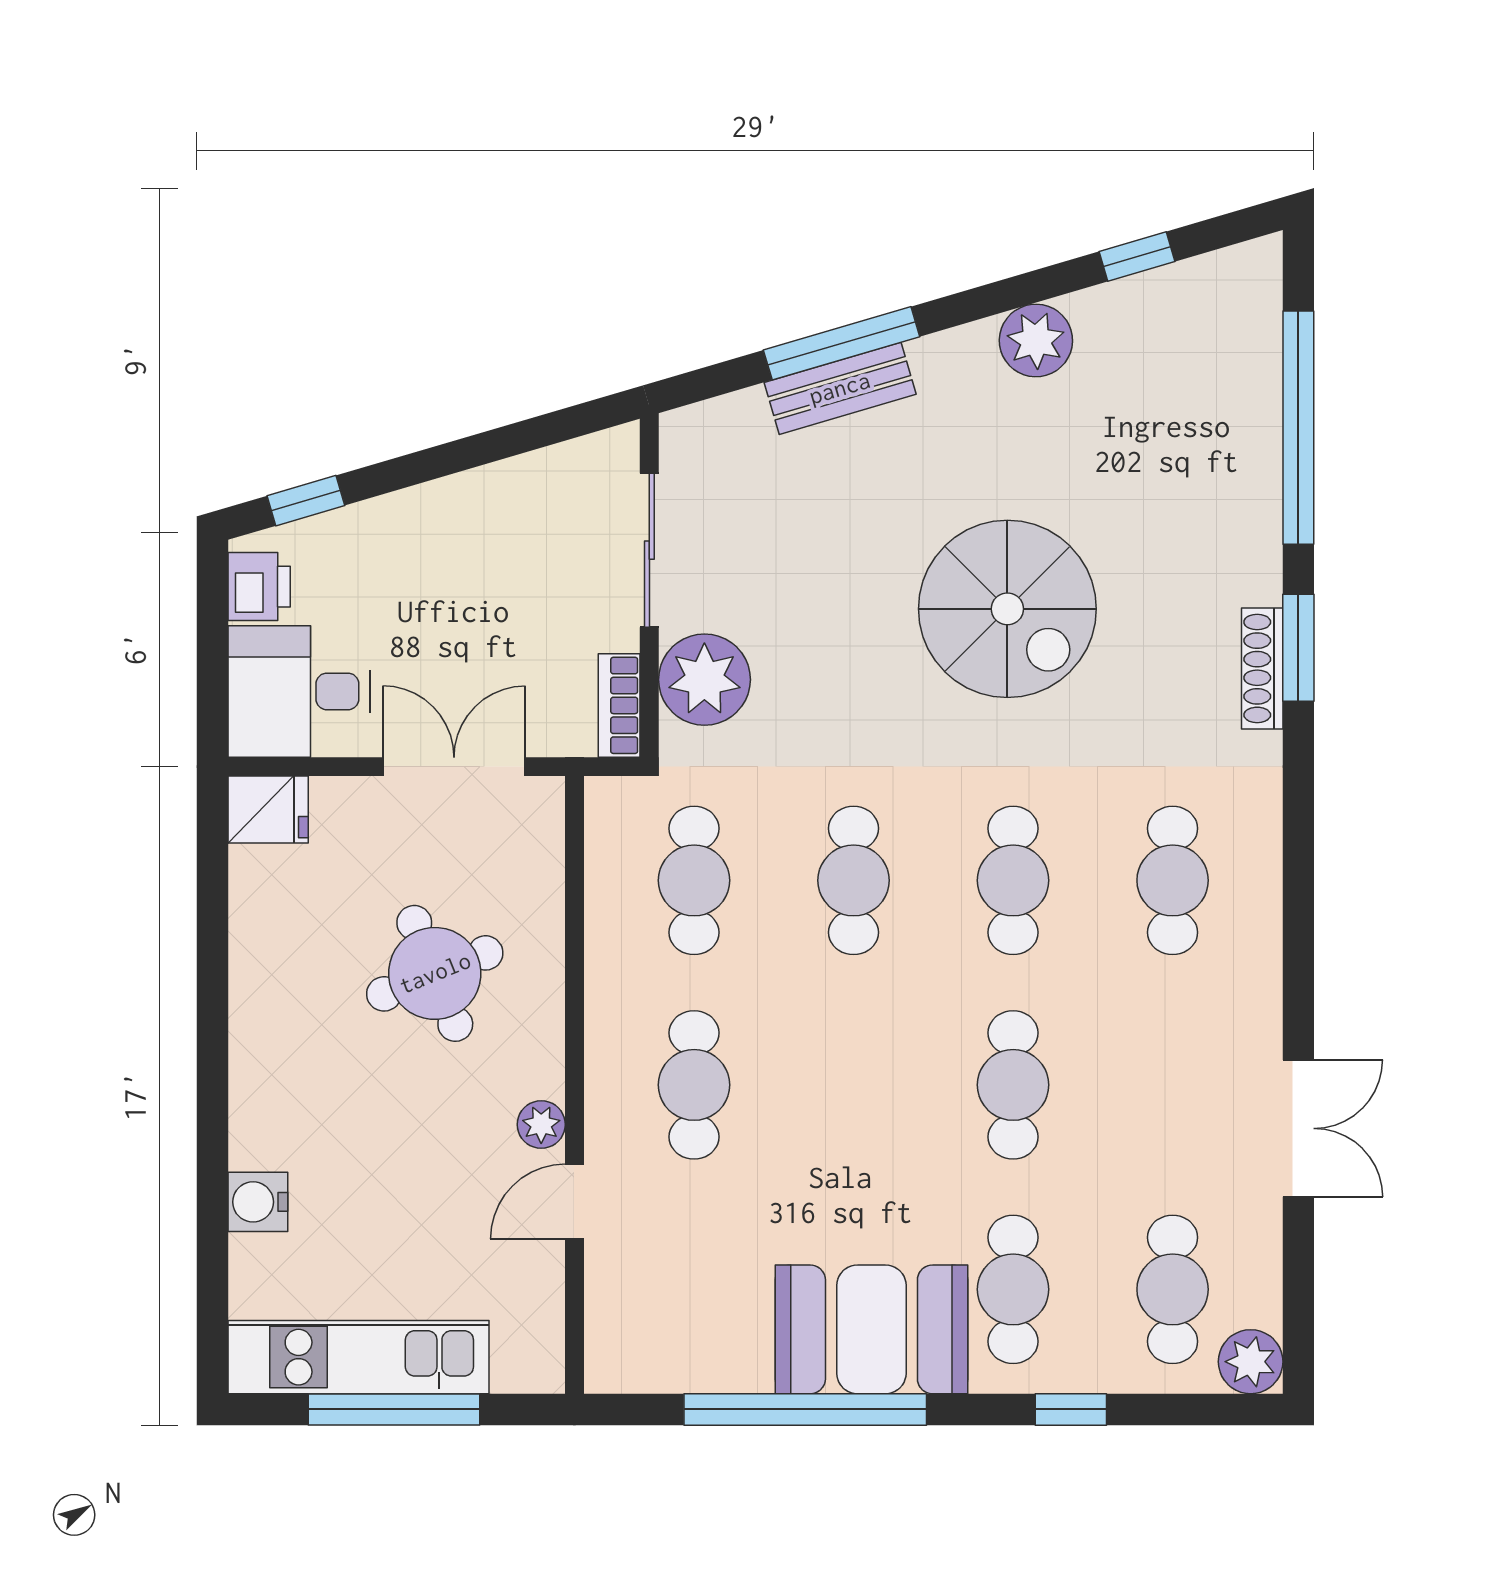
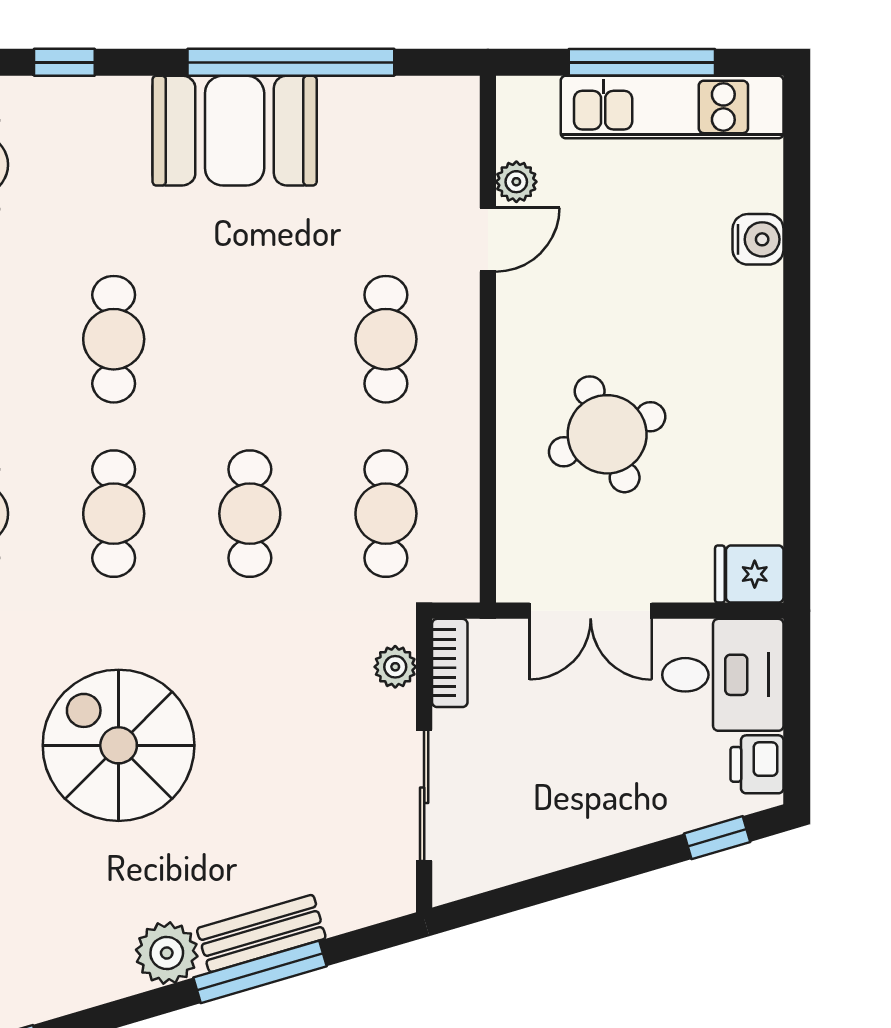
plant: (1036, 340) -> (167, 953), moved
plant: (704, 680) -> (395, 667), width x0.53, depth x0.53
plant: (541, 1125) -> (516, 182), moved
cafe table: (1013, 1289) -> (114, 165), removed

